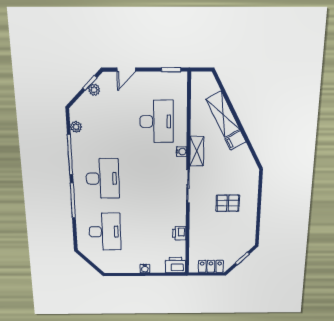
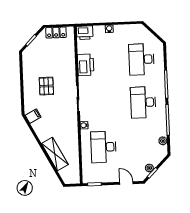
door: (126, 70) -> (126, 183), hinge flipped
filing cabinet: (235, 140) -> (33, 116), moved
shelving: (197, 151) -> (73, 126), removed
pallet: (228, 203) -> (46, 86), turned 90
printer: (179, 233) -> (86, 65), width x1.87, depth x1.48

